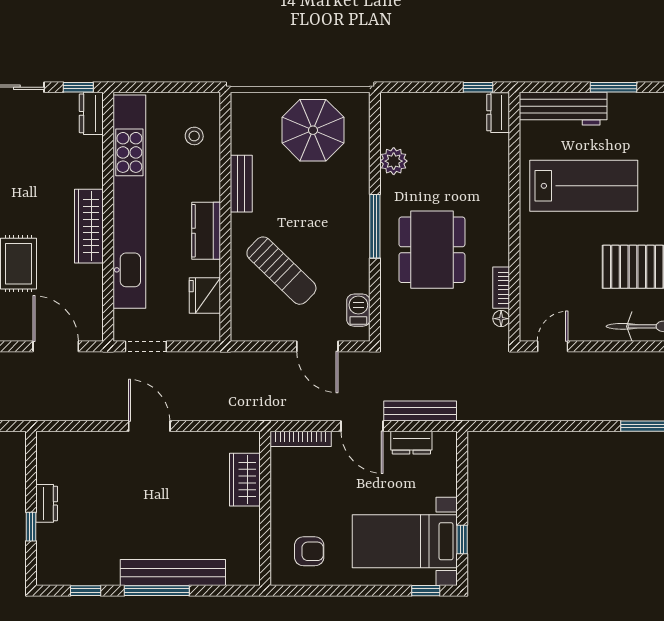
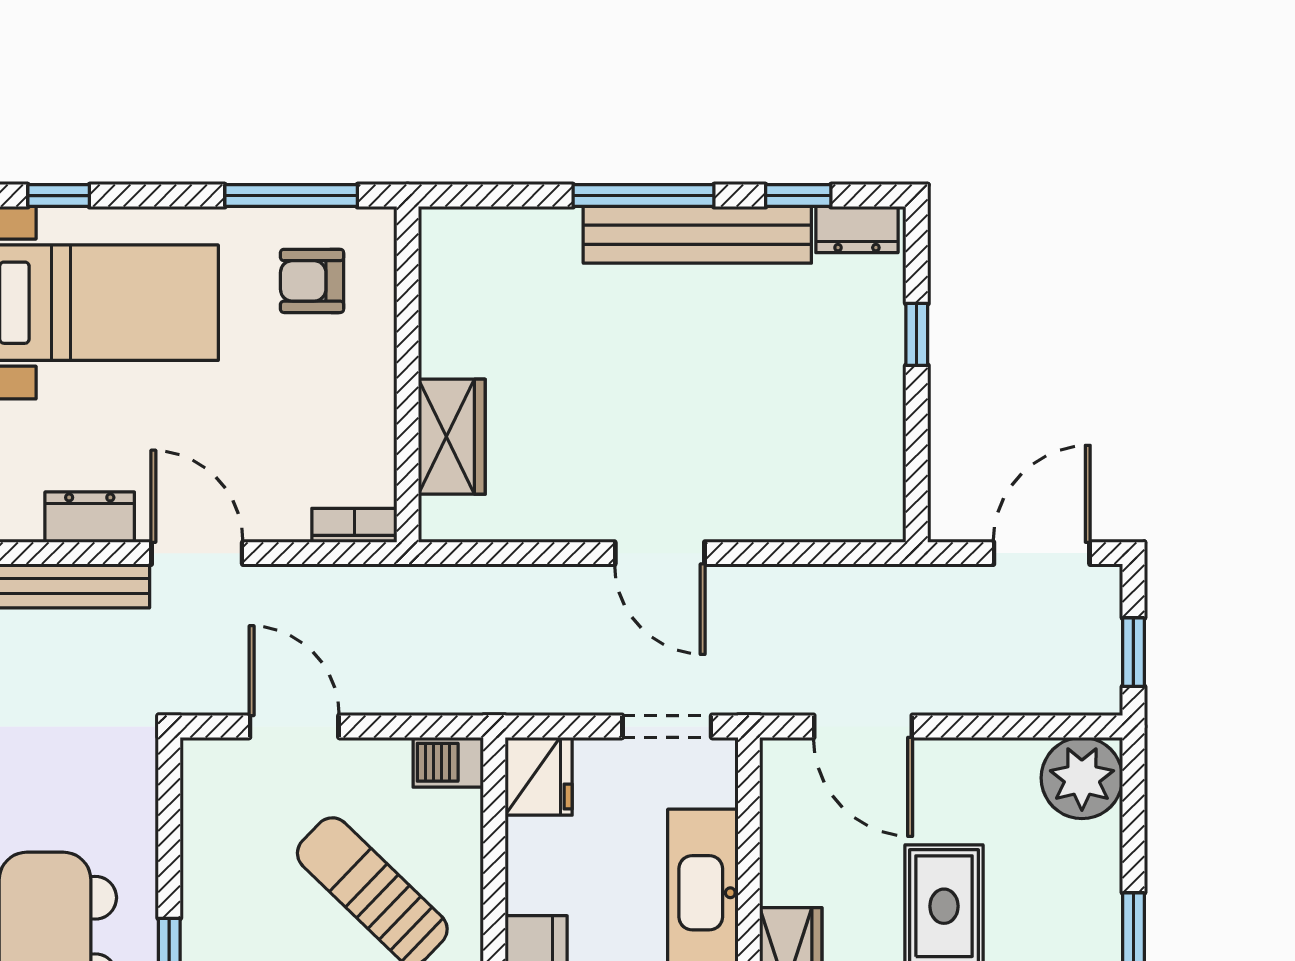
fridge: (205, 296) -> (539, 776), moved
barbecue: (358, 310) -> (448, 762), moved, turned 90
bookcase: (301, 439) -> (354, 525), width x0.64
dresser: (47, 503) -> (857, 230), moved, turned -90
bench: (173, 572) -> (697, 235), moved
window: (319, 591) -> (291, 196), added

